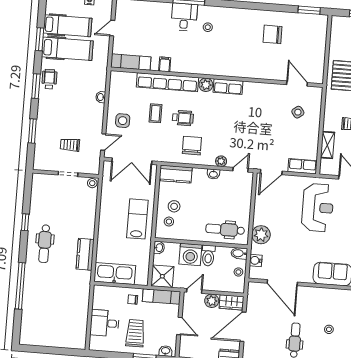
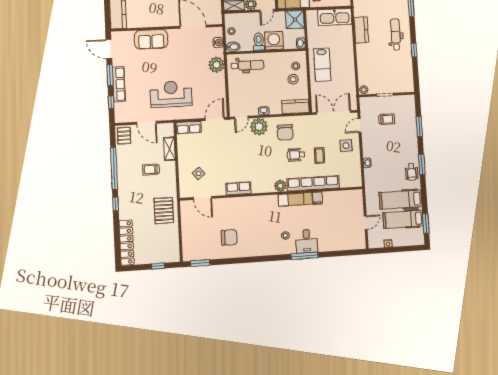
window: (40, 39) -> (426, 224), moved
exam couch: (131, 62) -> (295, 199), moved
row of seats: (228, 87) -> (238, 188), moved
plant: (221, 161) -> (259, 127), width x1.88, depth x1.88
reception desk: (318, 208) -> (171, 94), turned 90

